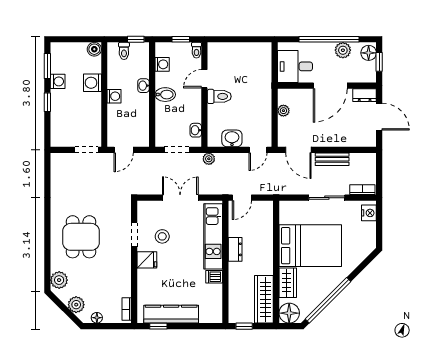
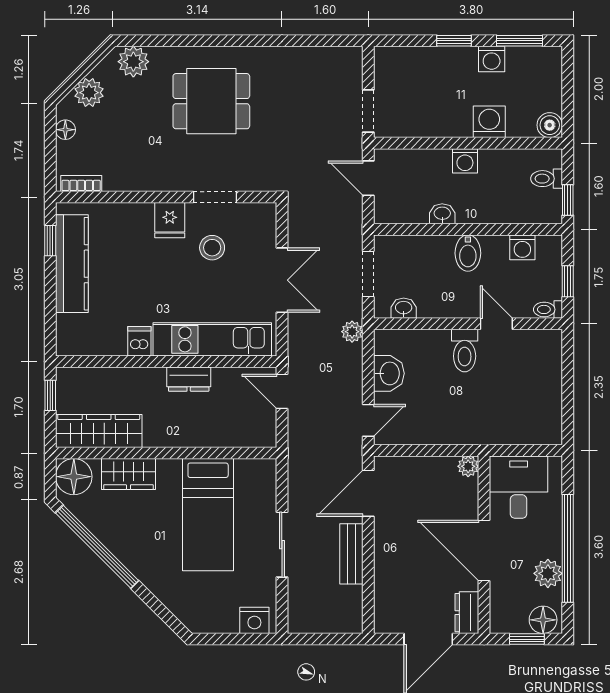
washbasin: (143, 86) -> (442, 214), moved
plant: (283, 111) -> (468, 466), moved
door: (258, 150) -> (368, 420), swing flipped
bookcase: (362, 190) -> (296, 609), removed
bed: (310, 246) -> (208, 515), width x0.67

